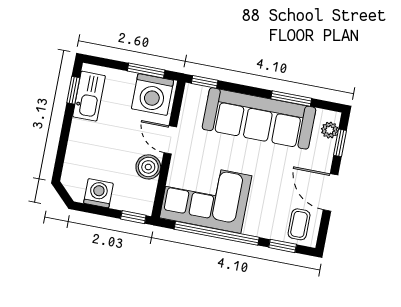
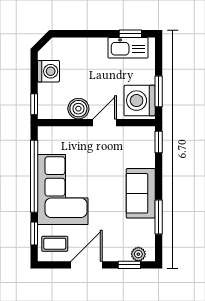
sofa: (259, 118) -> (141, 193), width x0.54, depth x0.79
corner sofa: (206, 197) -> (63, 189), moved

